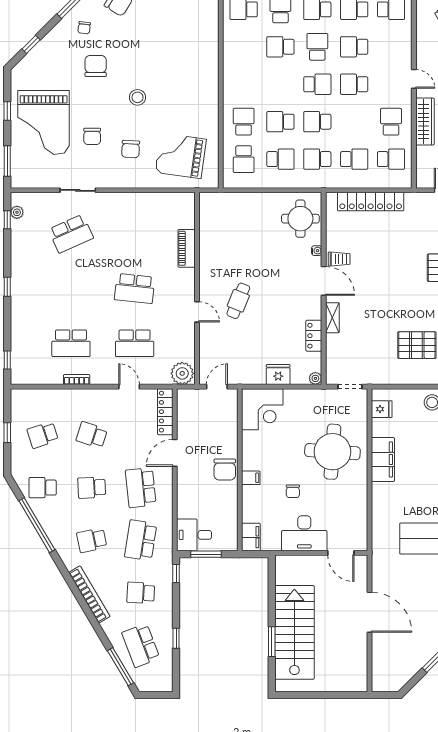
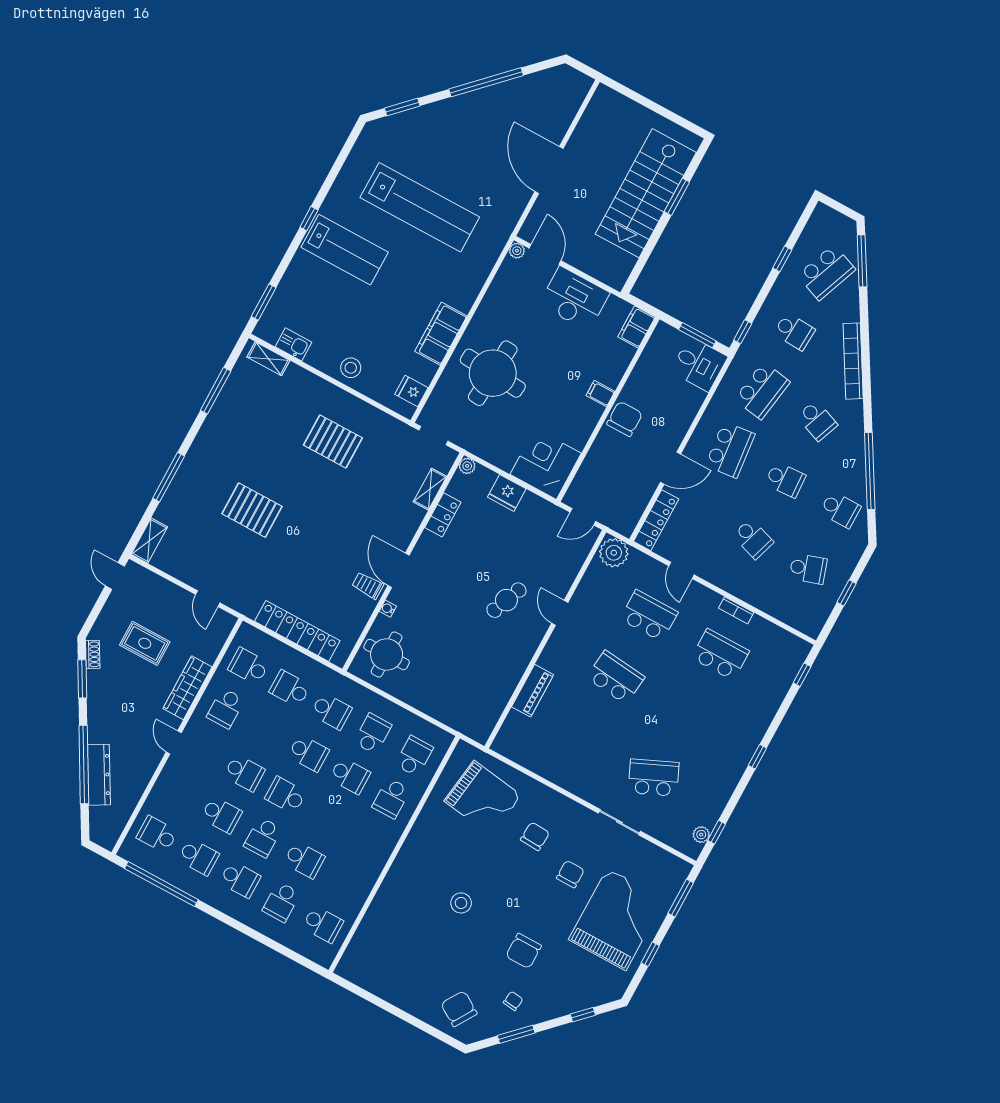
stool: (137, 97) -> (461, 903), moved
school desk: (280, 159) -> (373, 734), turned 90
shelving: (332, 318) -> (430, 489), moved
chair: (293, 491) -> (561, 353), removed
school desk: (92, 540) -> (817, 421), turned 33
plant: (362, 545) -> (517, 251), added
school desk: (141, 645) -> (826, 272), turned 42

